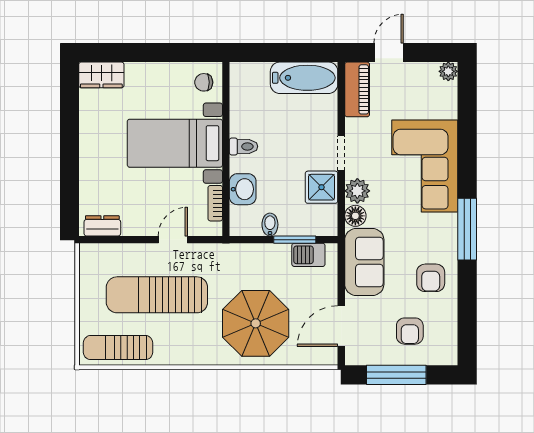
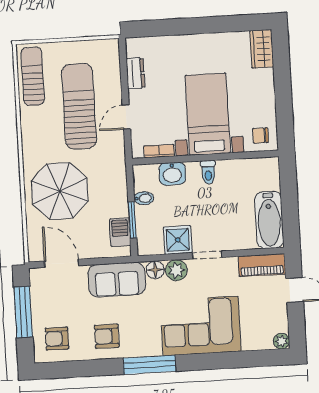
chair: (204, 82) -> (260, 136), turned -90
dresser: (102, 226) -> (135, 73), moved
door: (173, 240) -> (126, 117), swing flipped
armchair: (410, 331) -> (57, 339), moved

